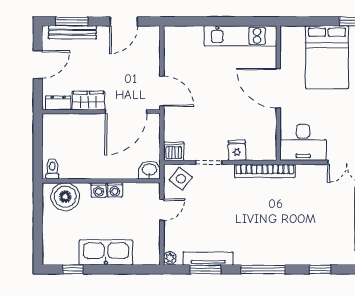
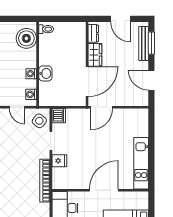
door: (126, 112) -> (87, 82), swing flipped
washbasin: (149, 170) -> (45, 73), moved
washing machine: (99, 190) -> (31, 94), moved

